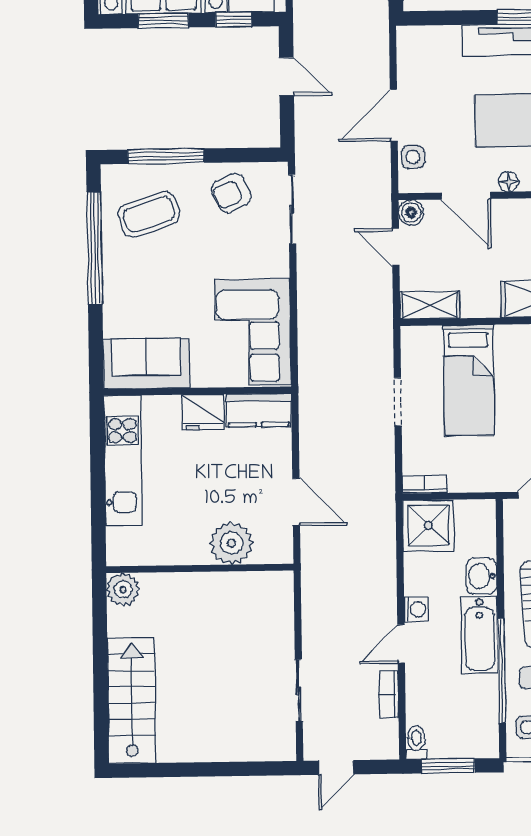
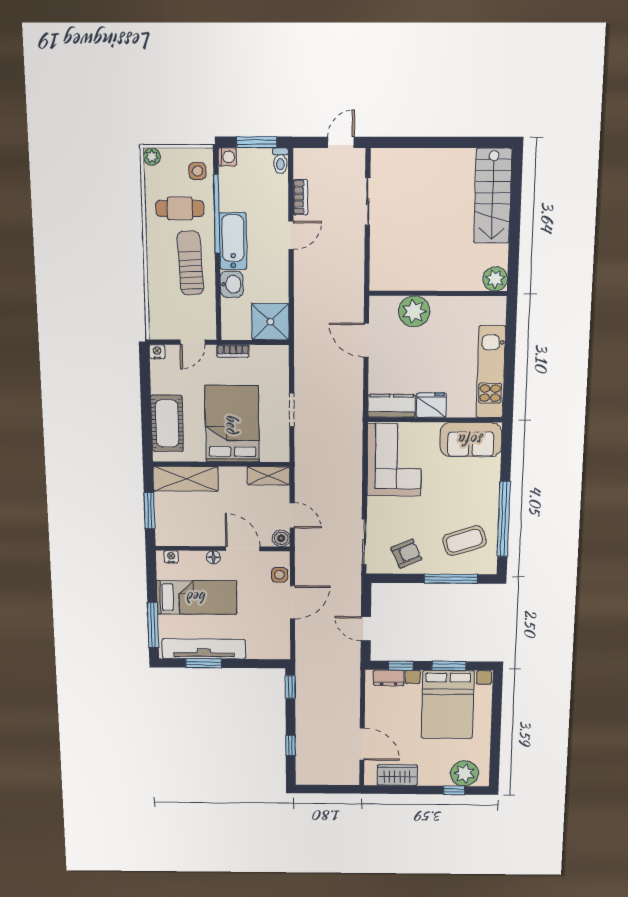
bed: (469, 380) -> (232, 424), width x1.50
bookcase: (425, 484) -> (233, 351), moved
washing machine: (416, 609) -> (227, 157), moved, turned 180

